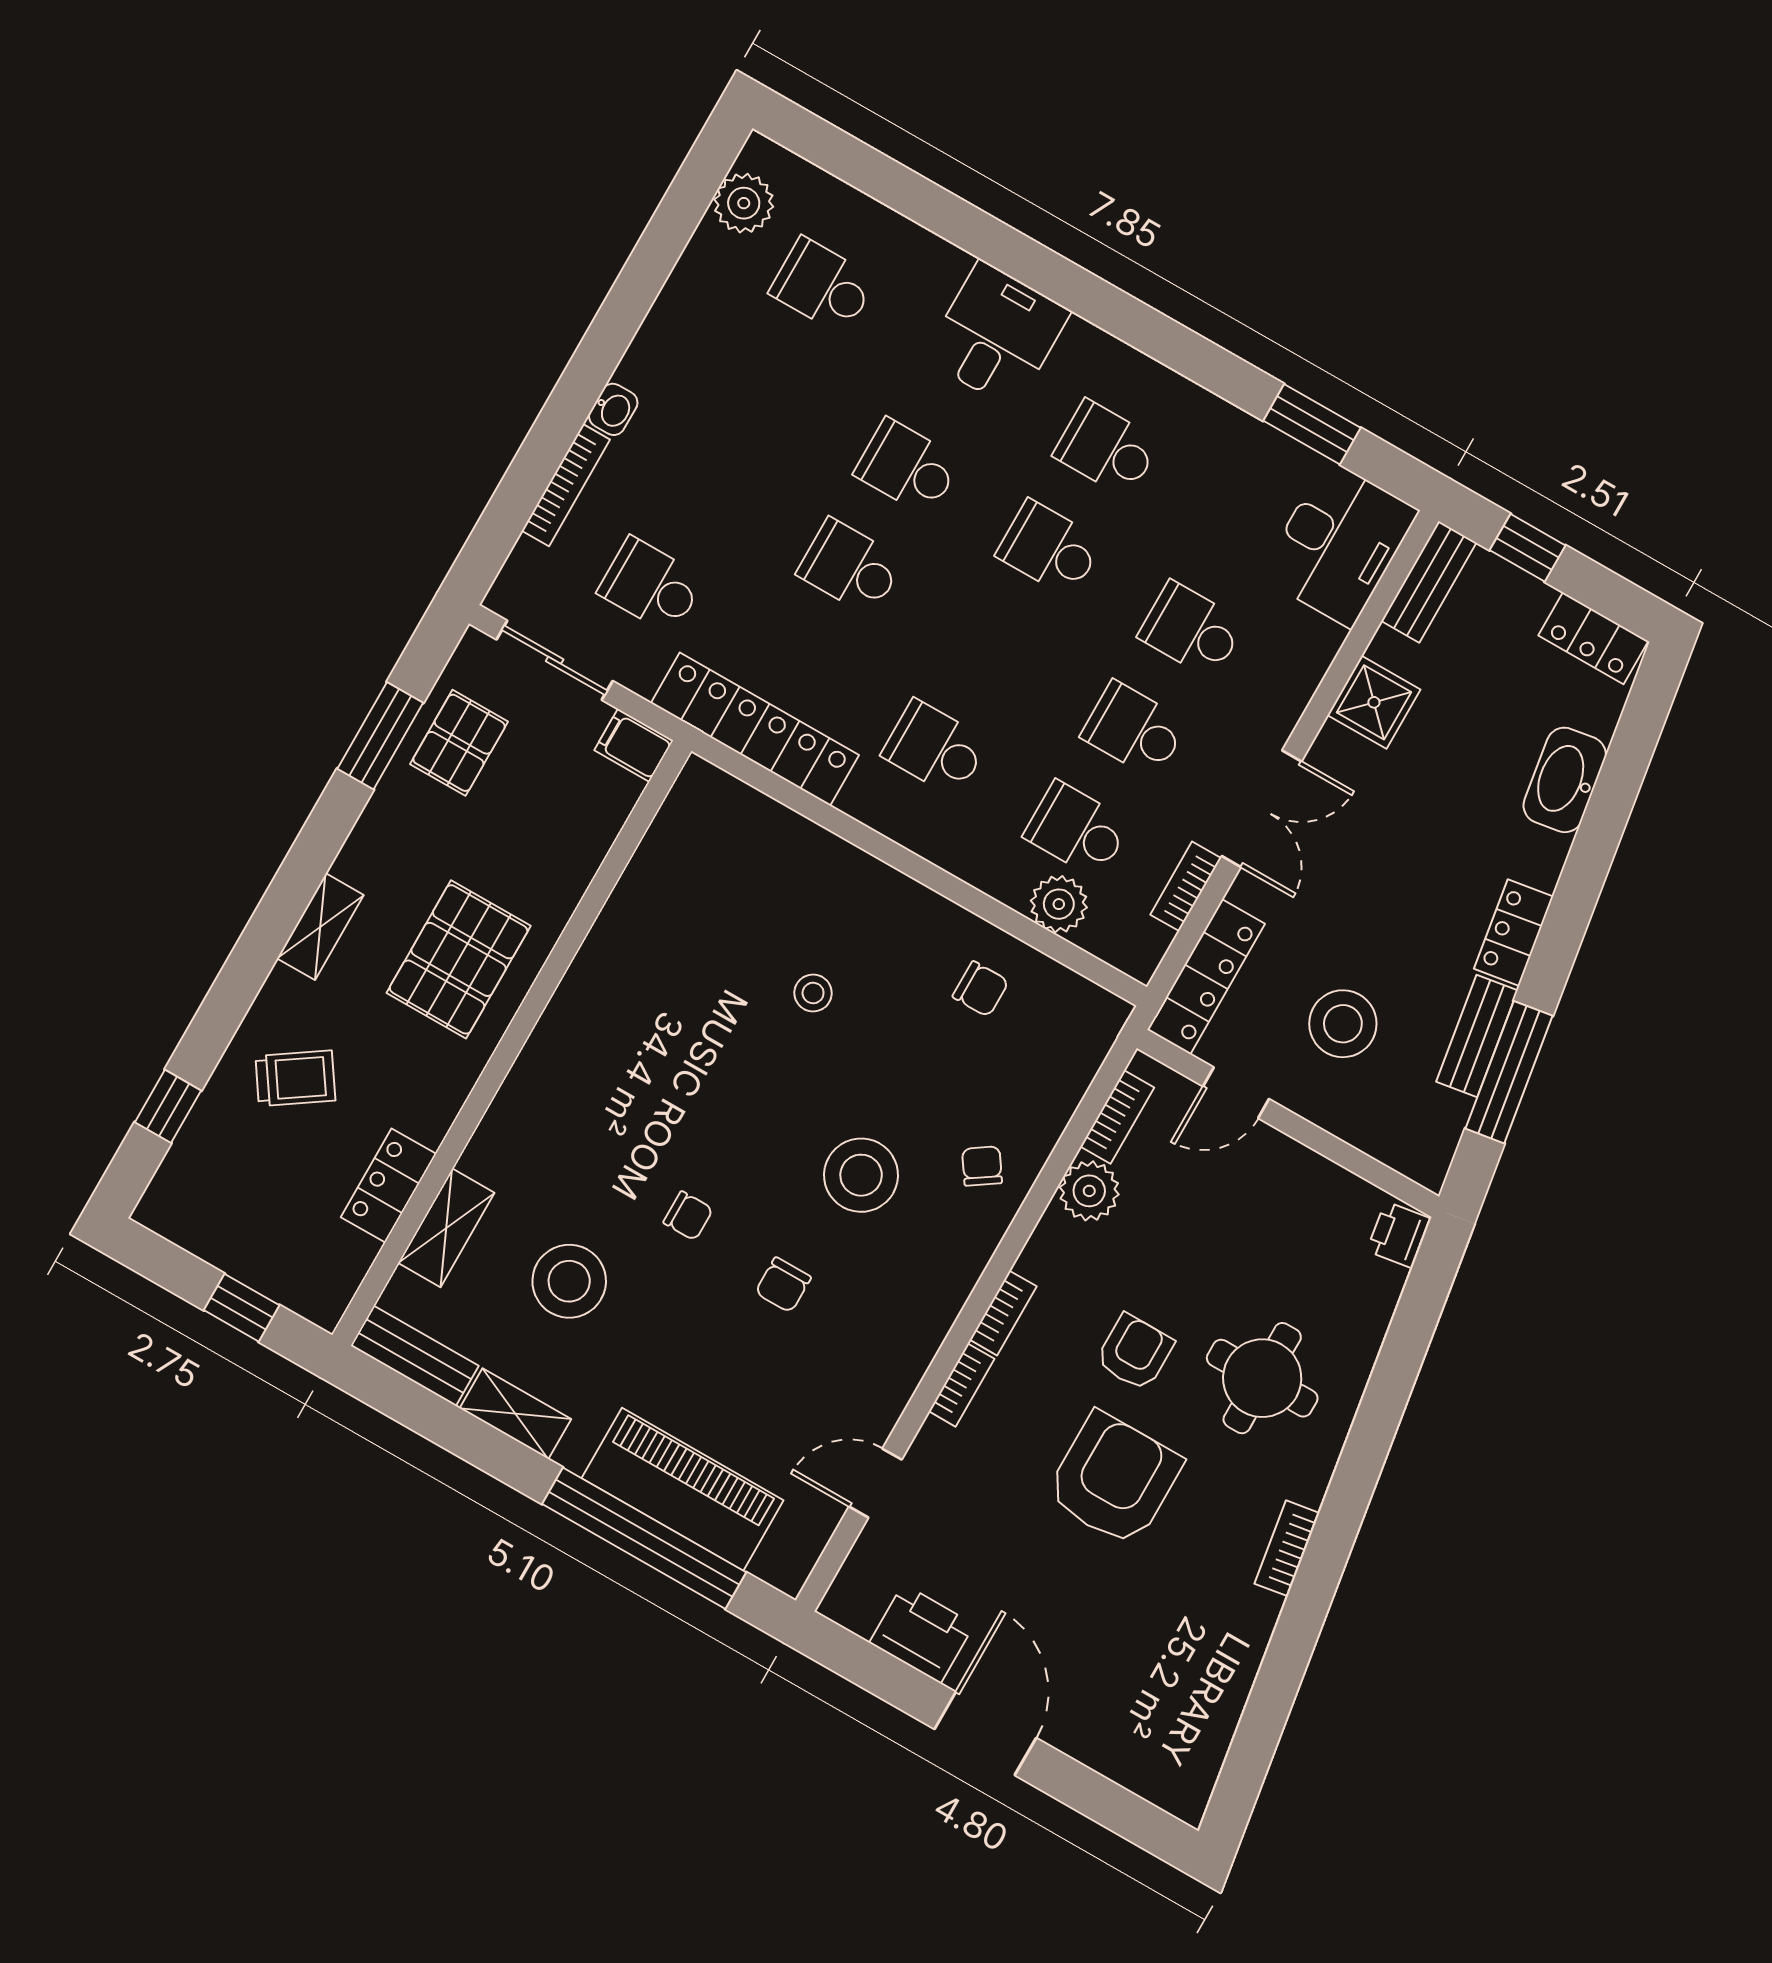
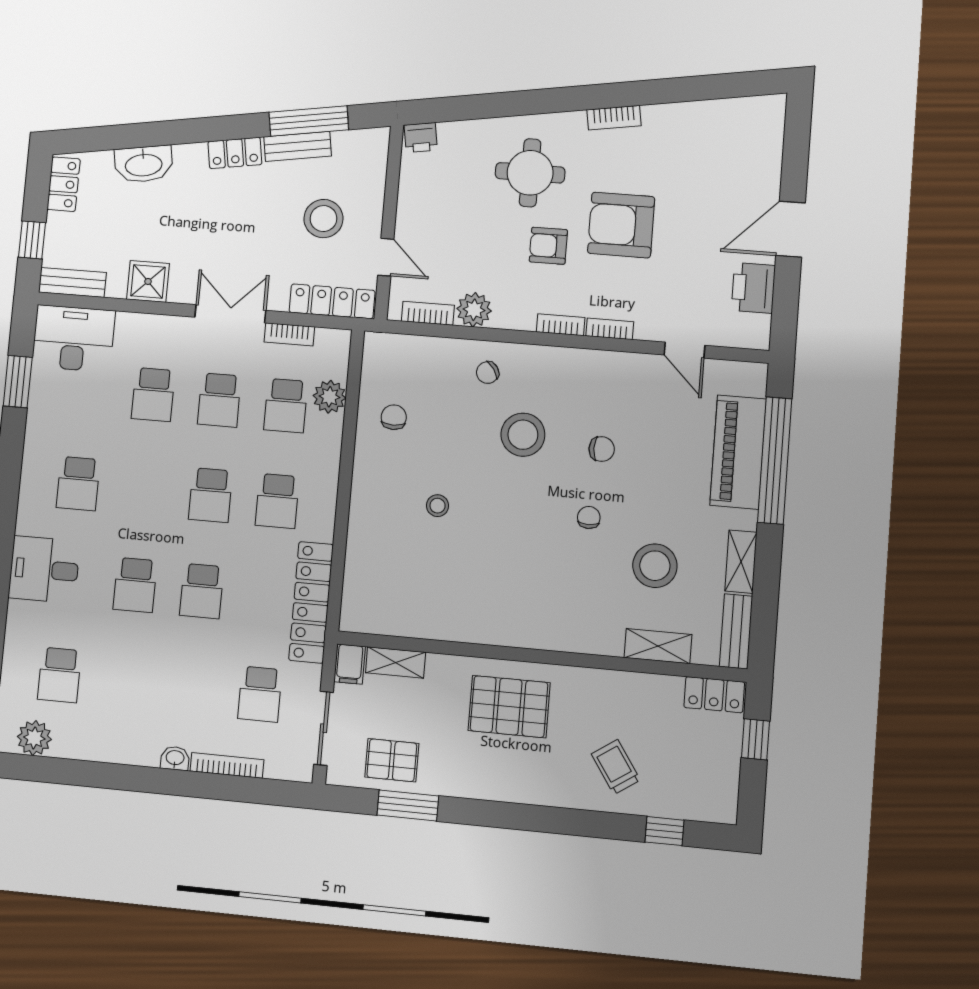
school desk: (1049, 548) -> (210, 495), moved
shelving: (320, 927) -> (396, 662), moved
locker: (388, 1185) -> (714, 695), moved

